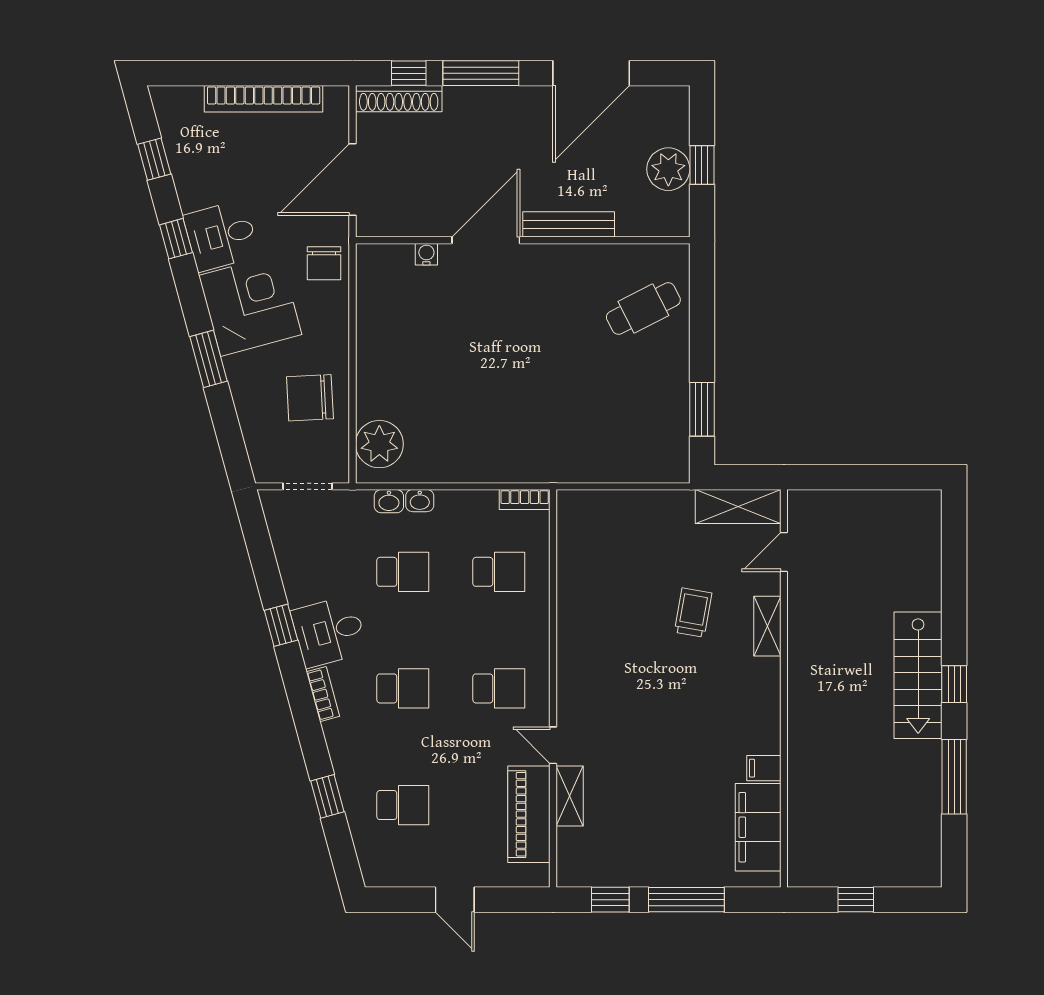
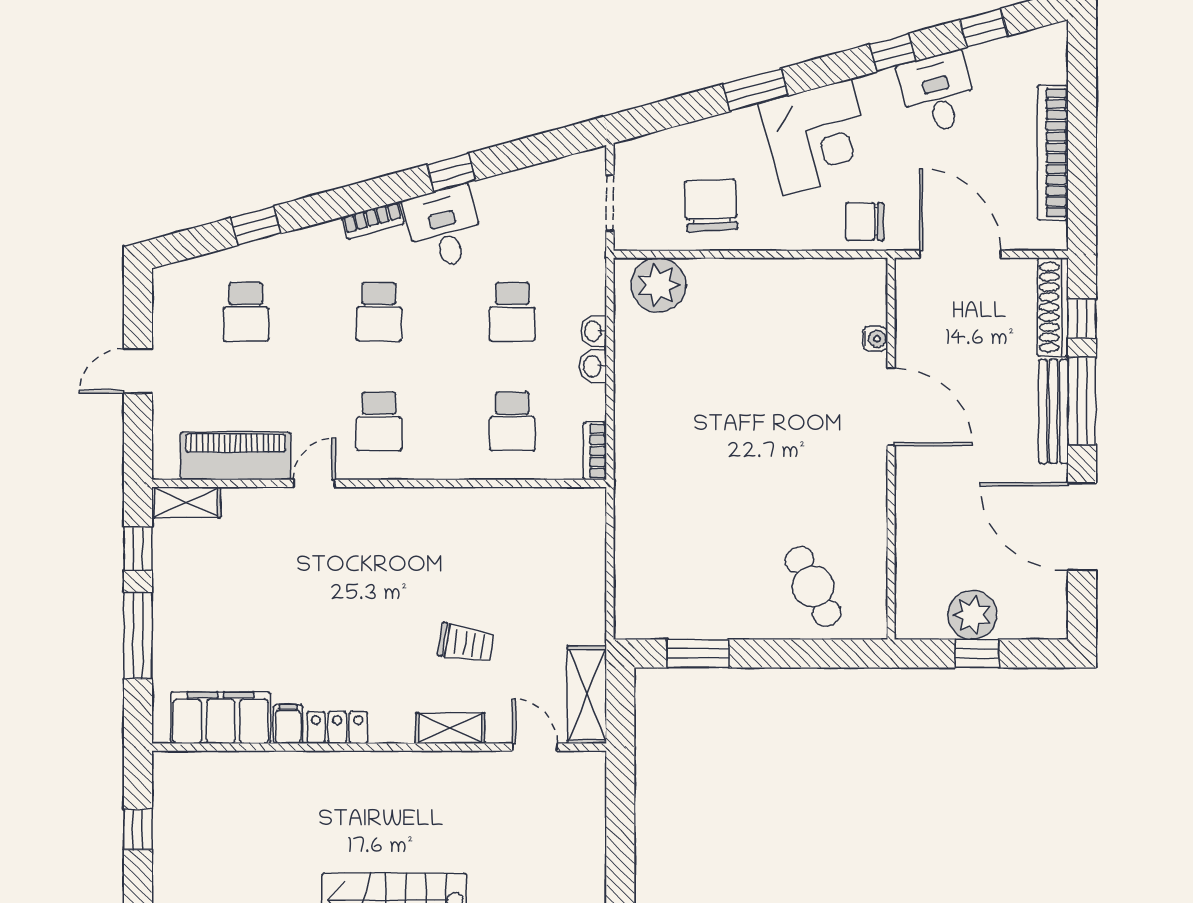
bench: (569, 224) -> (1053, 411), moved
desk: (221, 236) -> (938, 93), moved
washbasin: (389, 501) -> (593, 366), moved
locker: (767, 725) -> (337, 728), added
shelving: (570, 796) -> (186, 502), moved

